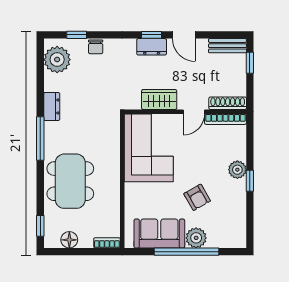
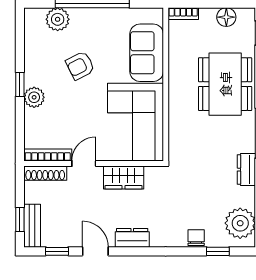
window: (152, 35) -> (57, 251), moved
bench: (227, 46) -> (32, 226), moved, turned 90
armchair: (197, 197) -> (80, 66), turned -87
sofa: (159, 234) -> (147, 53), moved, turned 90
plant: (196, 238) -> (58, 19), moved

